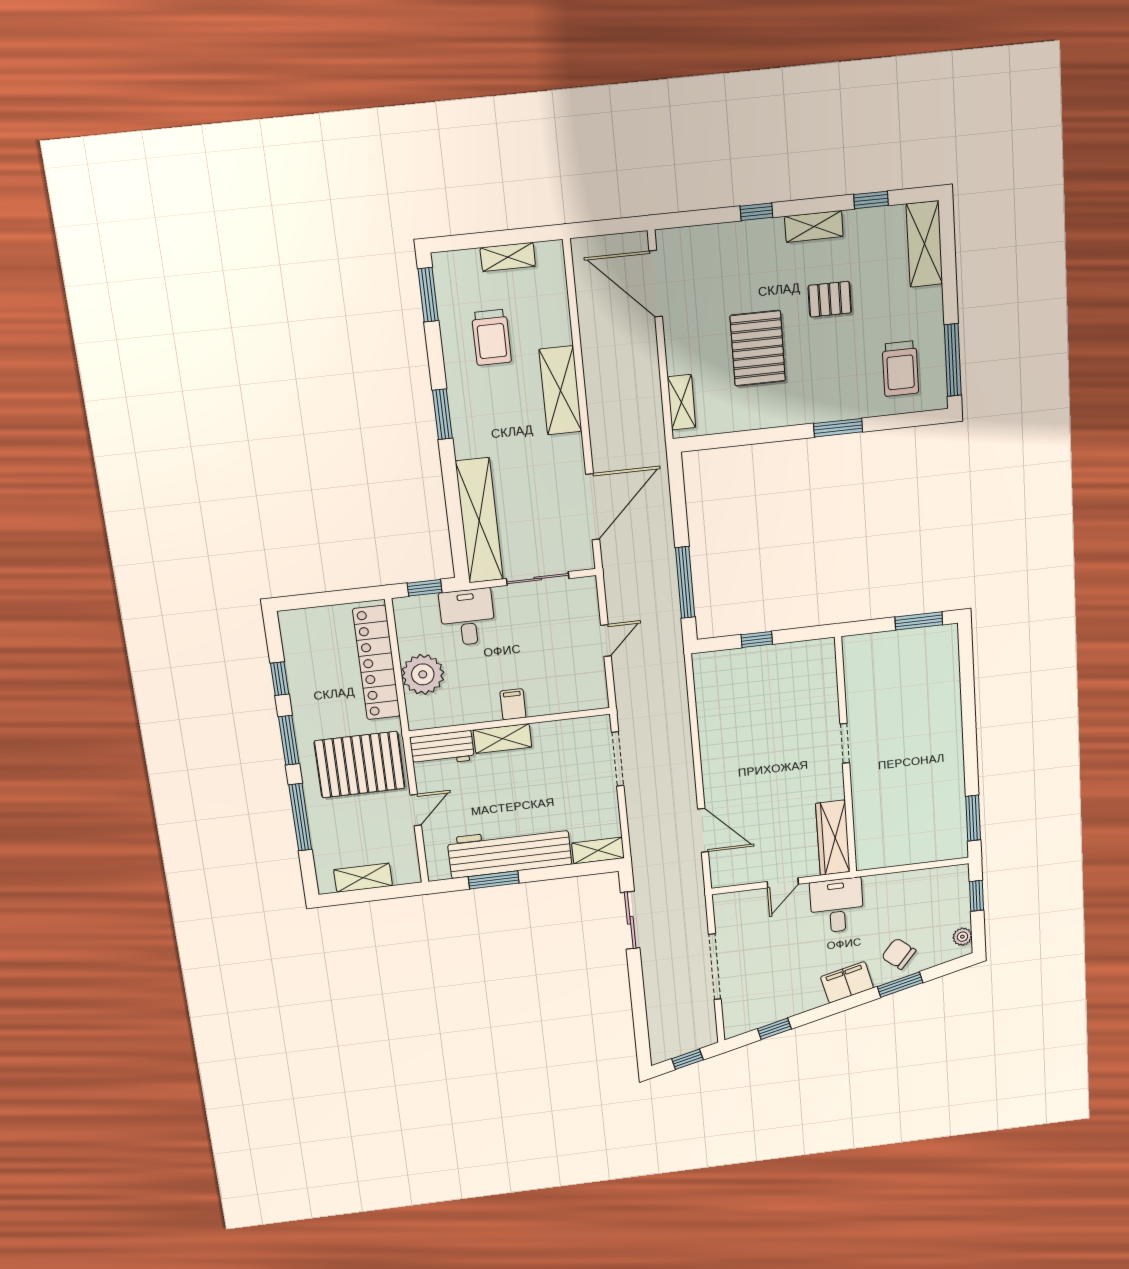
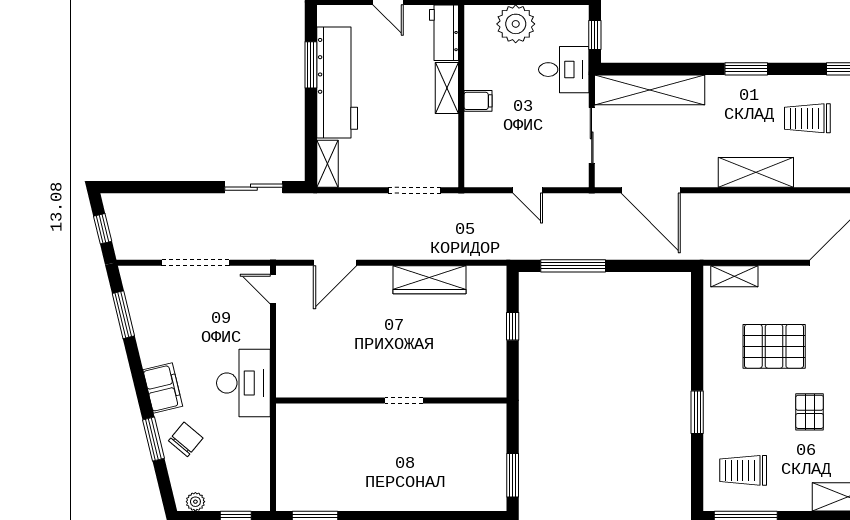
wardrobe: (833, 838) -> (430, 280), moved, turned 180
door: (783, 883) -> (273, 289), moved
desk: (837, 905) -> (243, 383), width x1.37
window: (774, 1029) -> (123, 315), width x1.50

